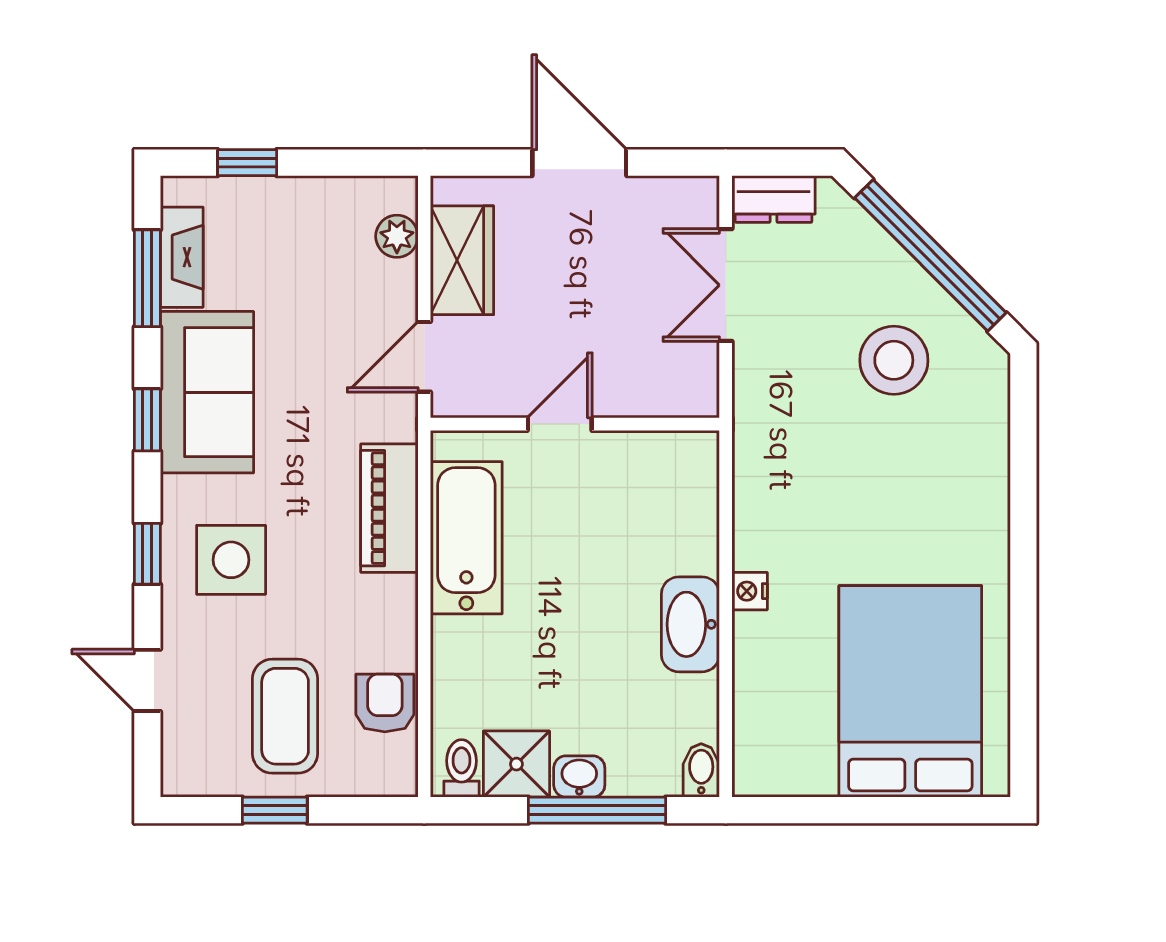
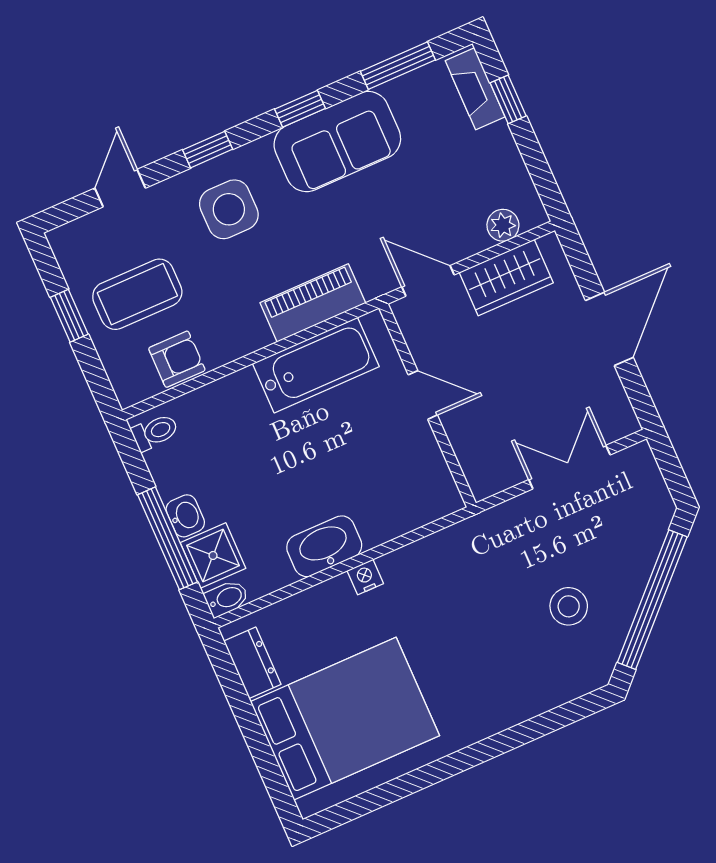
dresser: (774, 199) -> (252, 663), moved, turned 180
fireplace: (182, 257) -> (475, 89), moved, turned 90
stool: (894, 360) -> (569, 606), width x0.73, depth x0.73
shower: (516, 764) -> (213, 555), moved

